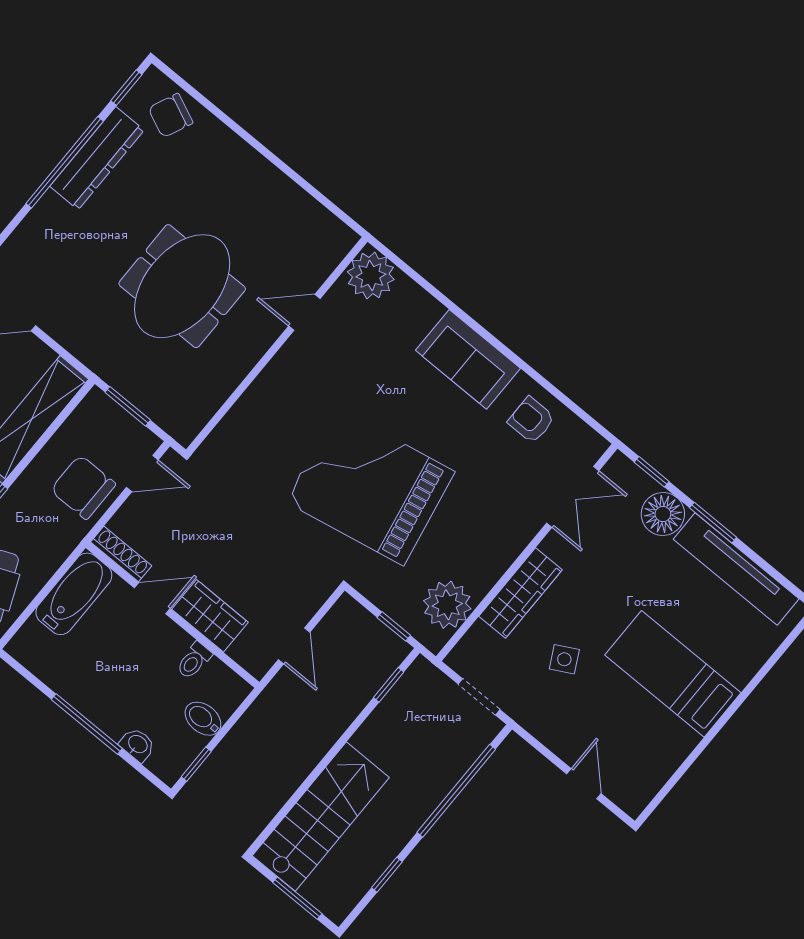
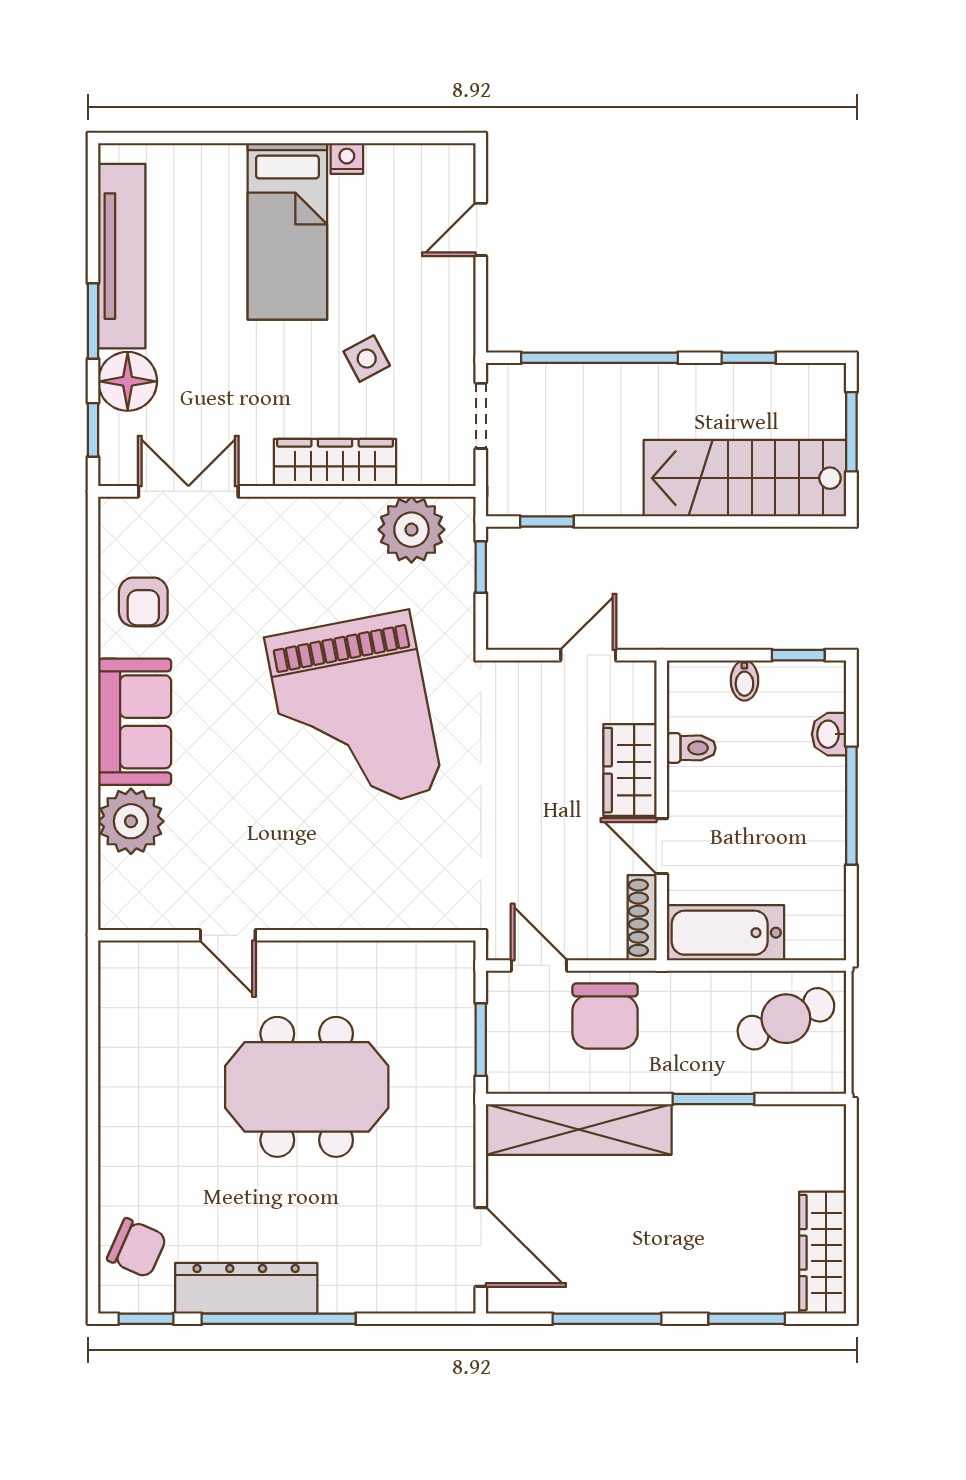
plant: (371, 276) -> (131, 821), moved
bidet: (203, 719) -> (744, 680), width x0.72, depth x0.74
nightstand: (686, 741) -> (347, 158), added

